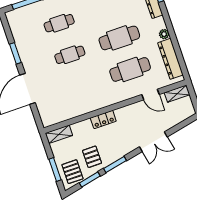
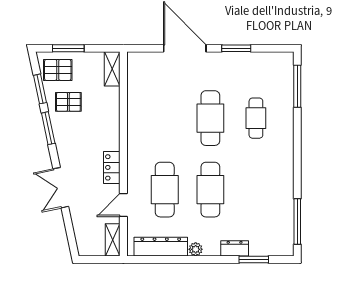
cafe table: (70, 55) -> (210, 118), width x1.37, depth x1.35
locker: (103, 119) -> (112, 167), moved

